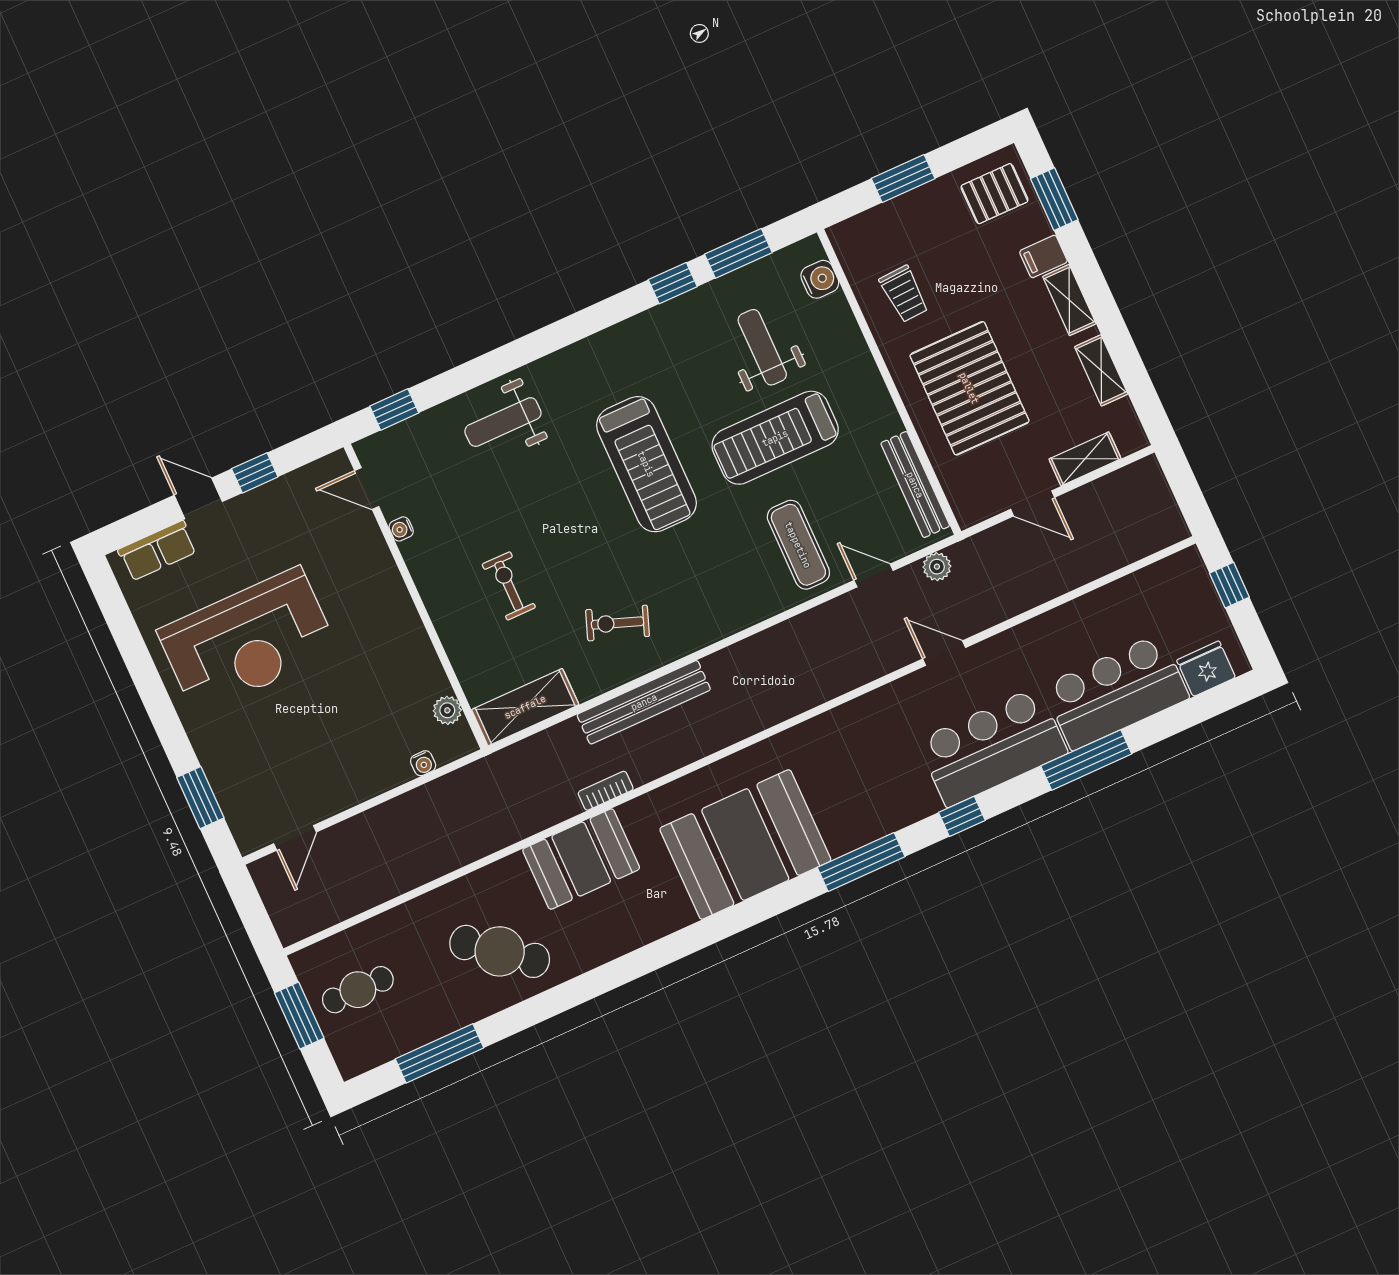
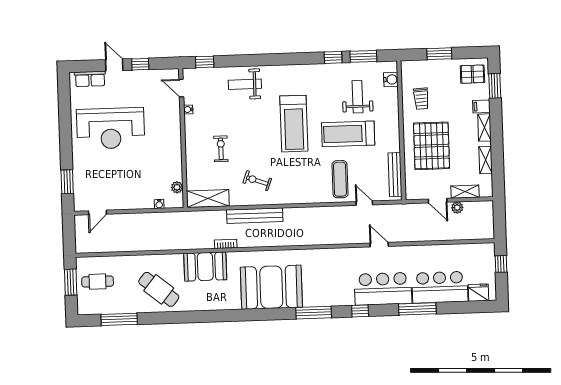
plant: (937, 567) -> (457, 208), moved

